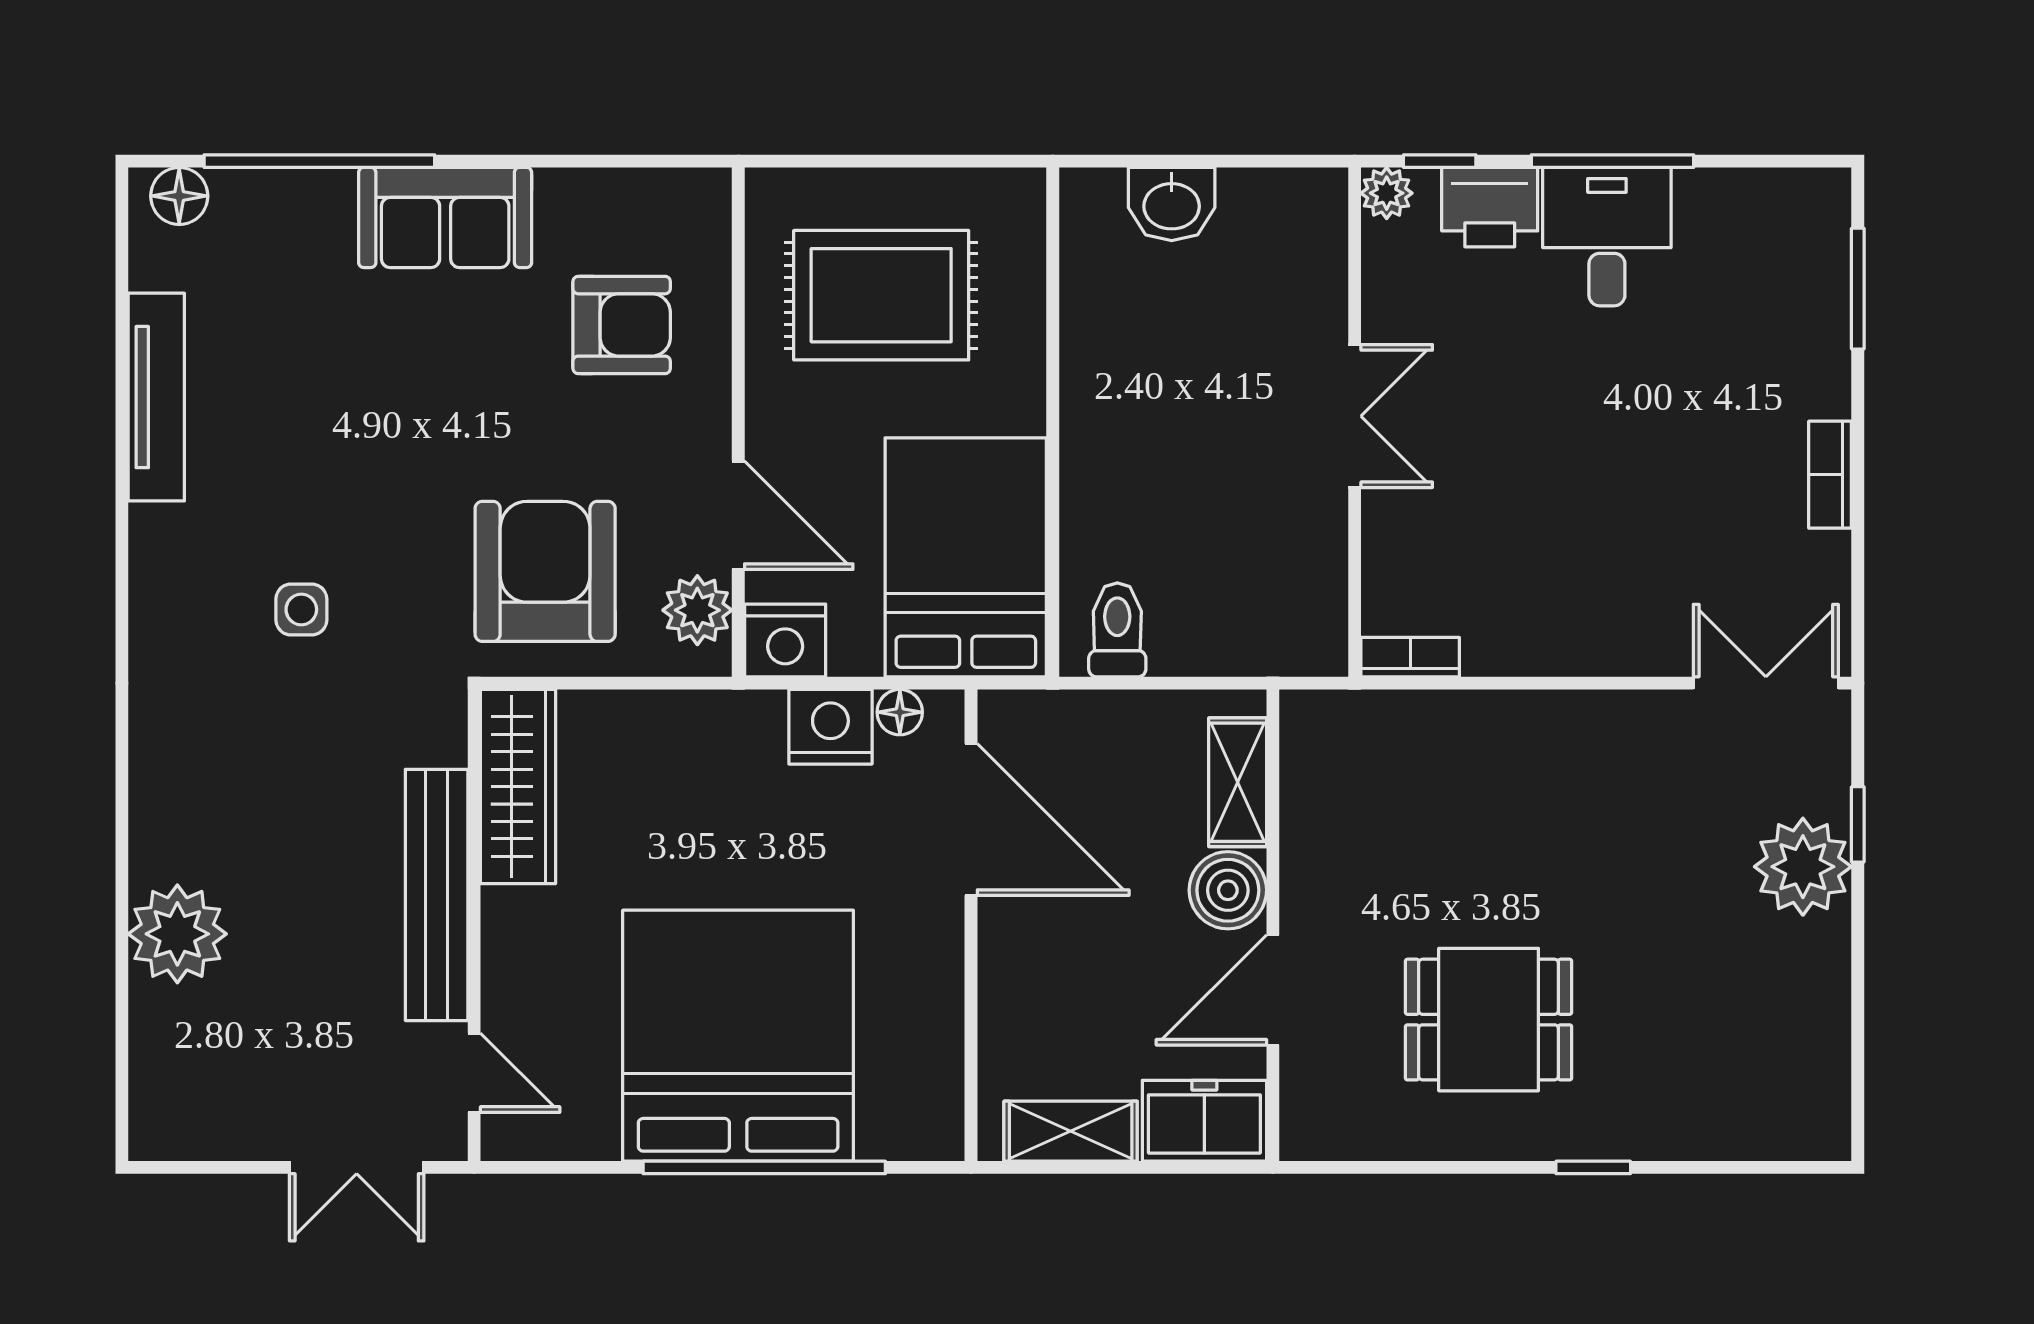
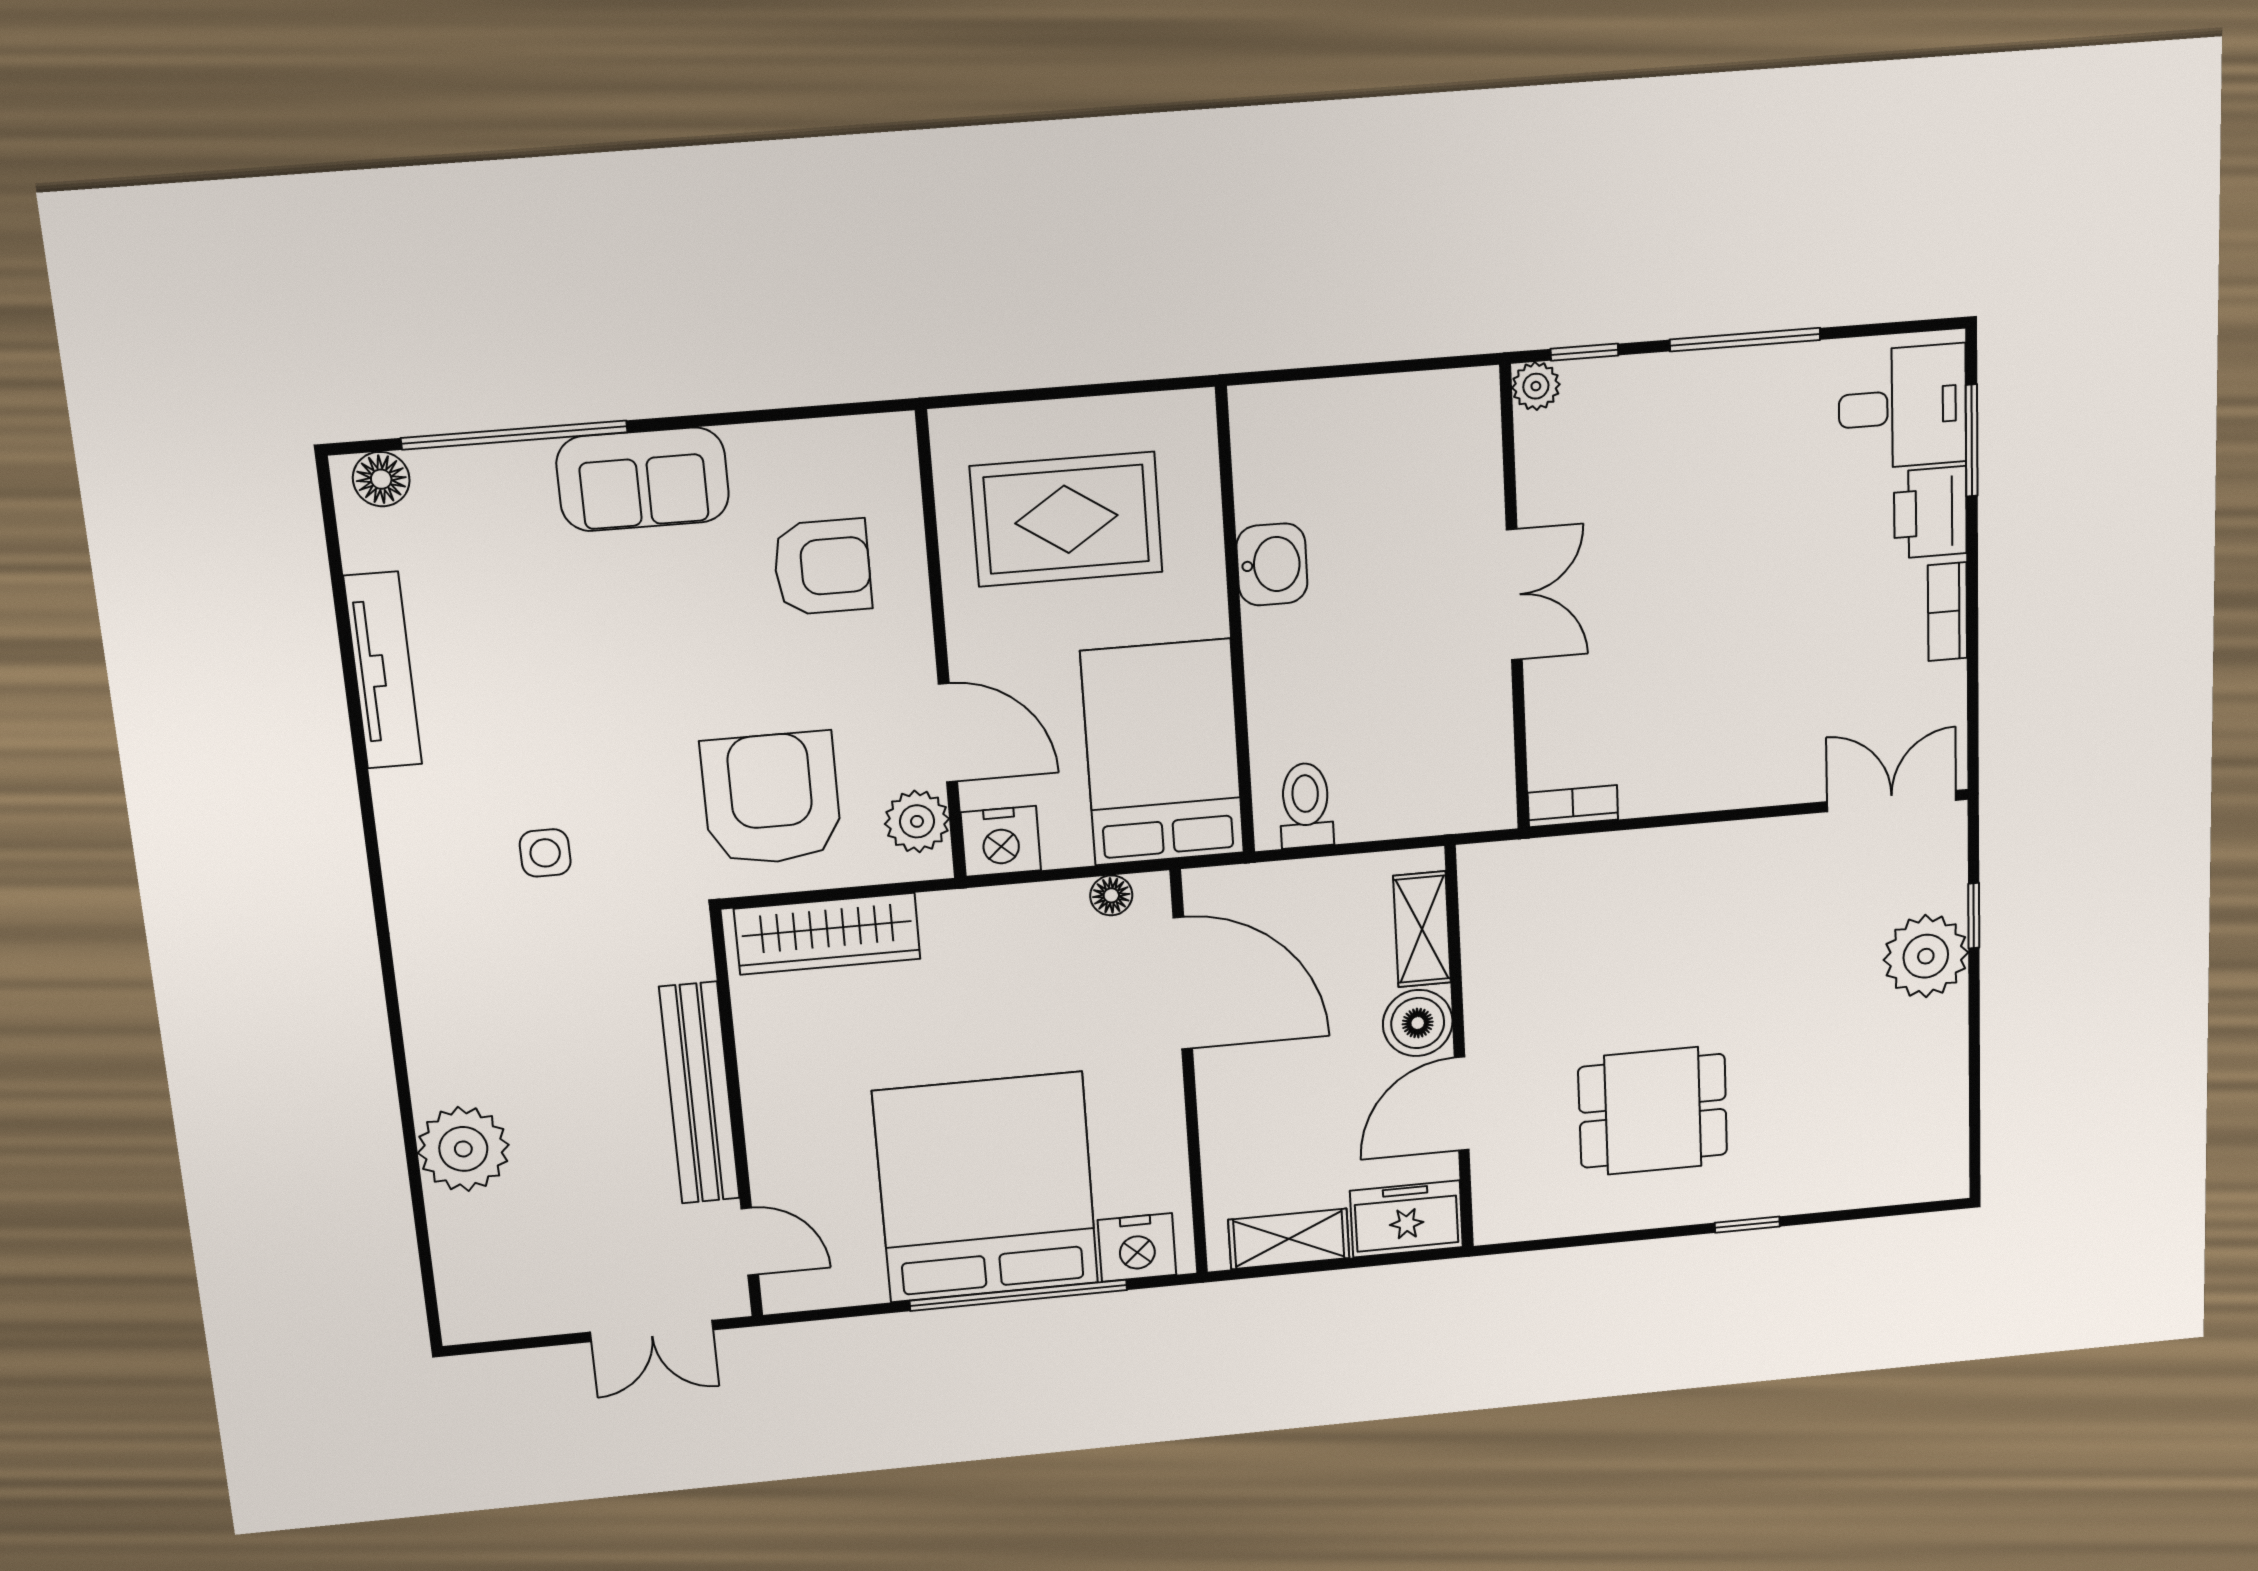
washbasin: (1172, 204) -> (1272, 564), moved, turned -90
printer: (1490, 207) -> (1930, 513), moved, turned 90
desk: (1607, 237) -> (1902, 407), moved, turned 90
nightstand: (830, 727) -> (1137, 1247), moved, turned 180
wardrobe: (518, 787) -> (827, 934), moved, turned 90

